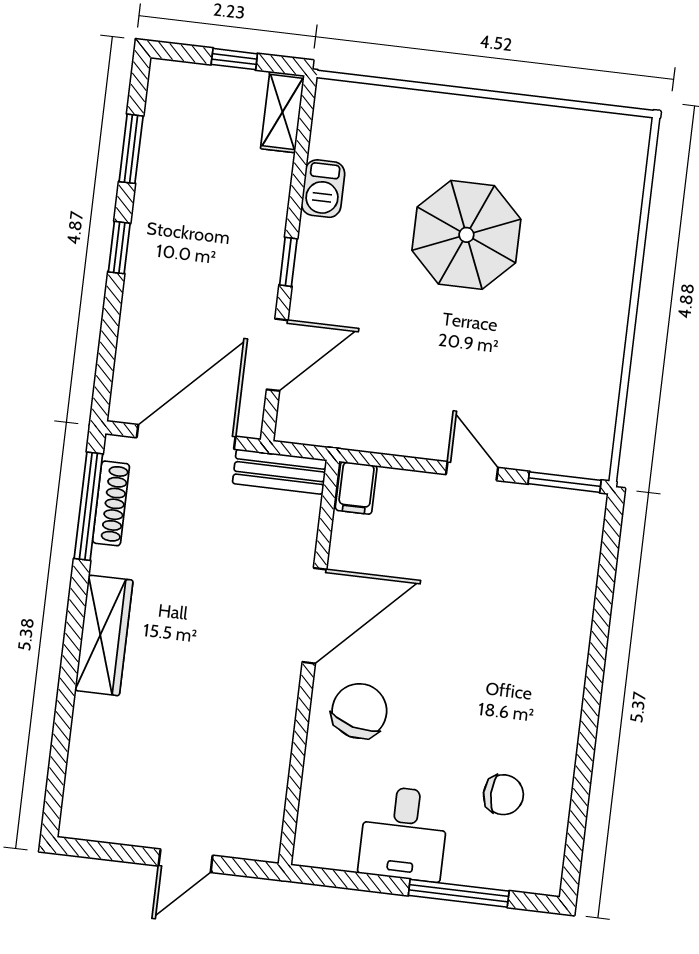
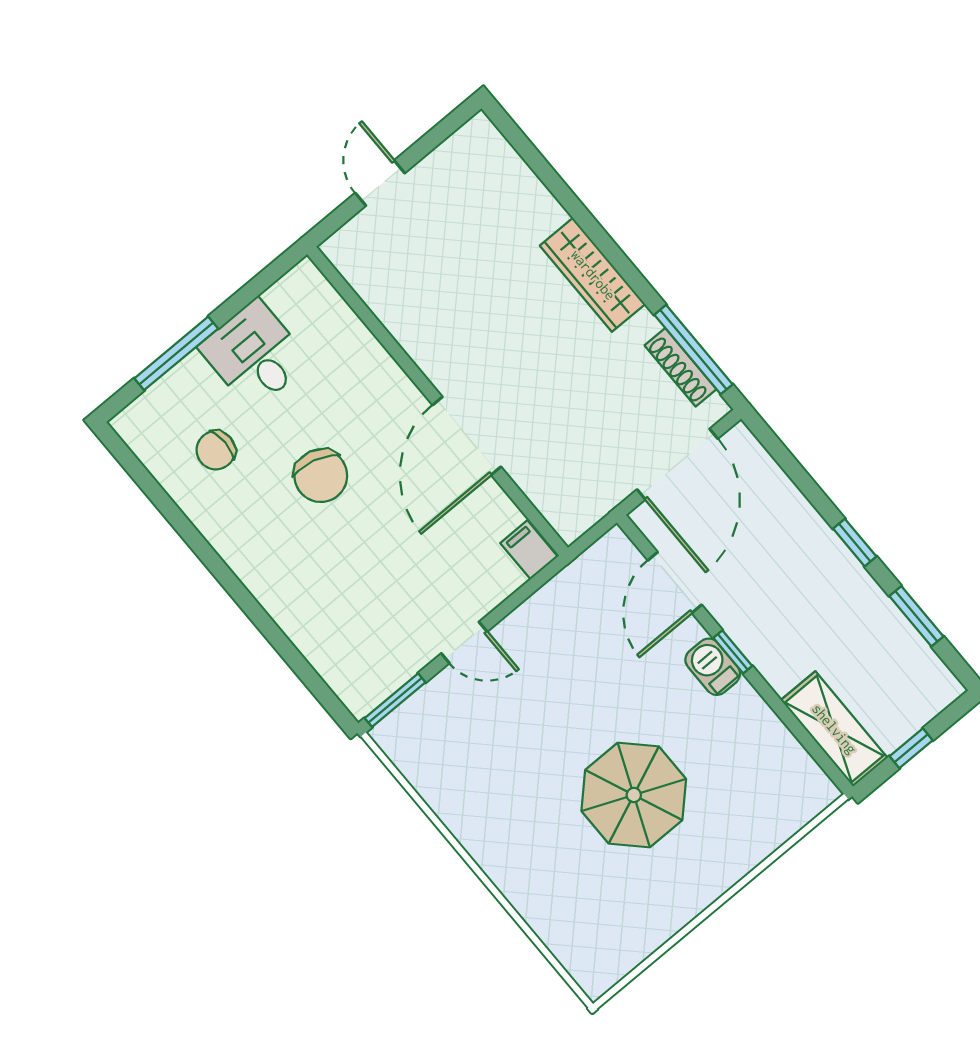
shelving: (283, 112) -> (834, 729), width x1.50, depth x1.33
barbecue: (323, 189) -> (713, 667), moved
bench: (280, 472) -> (591, 507), removed
chair: (359, 711) -> (321, 476), moved

